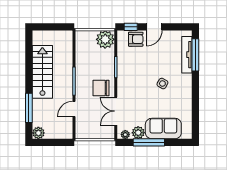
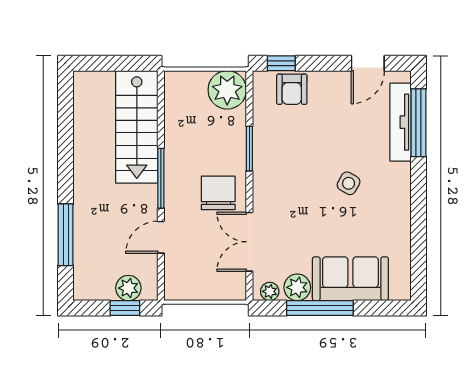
door: (154, 27) -> (368, 63), moved
armchair: (136, 39) -> (292, 89), turned 90
stairs: (42, 72) -> (137, 127), moved, turned 180
chair: (101, 88) -> (218, 193), turned 90
plant: (38, 133) -> (128, 288), moved
window: (57, 142) -> (125, 308), added

